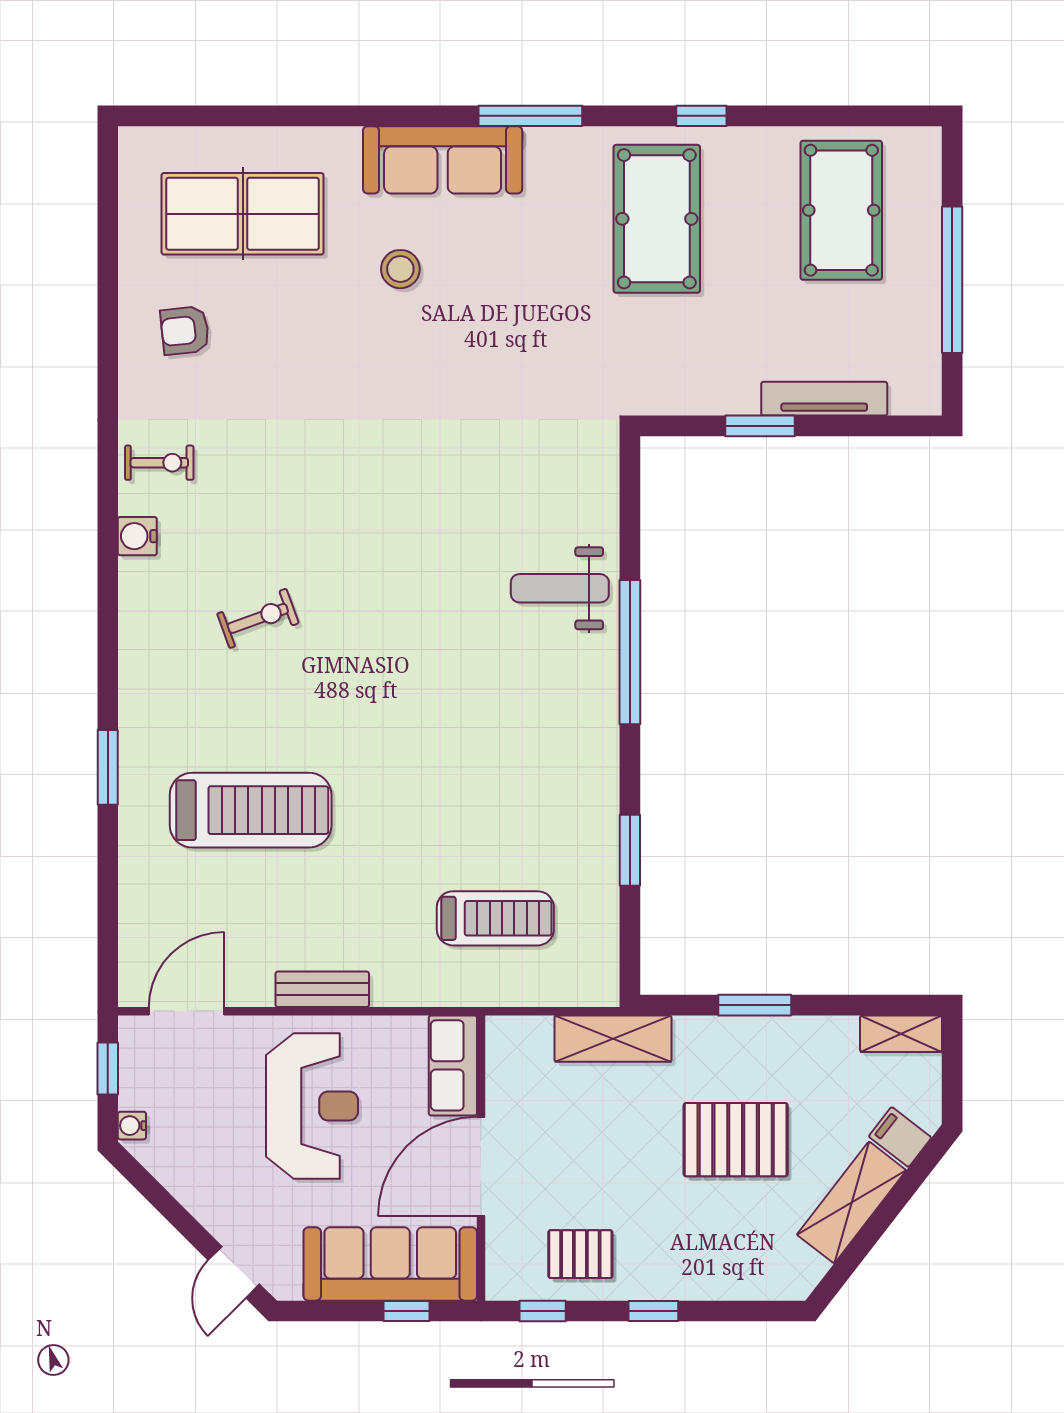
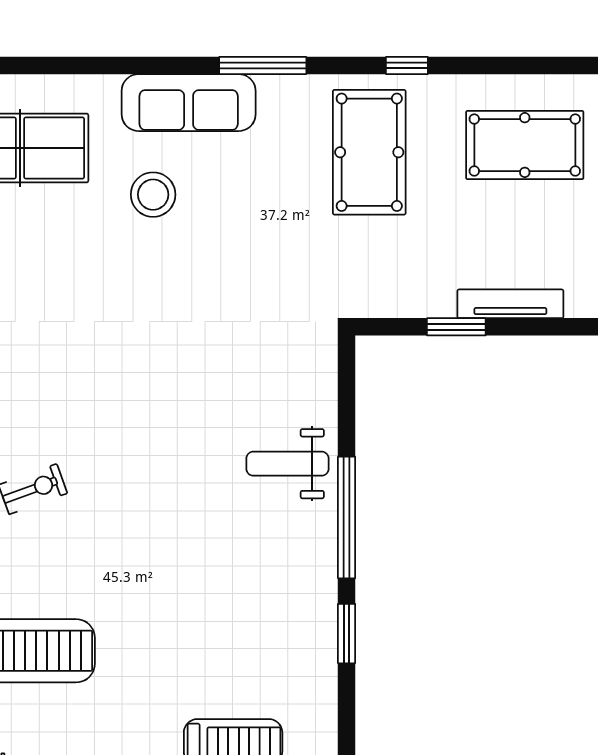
pool table: (841, 210) -> (525, 145), turned 90
stool: (400, 269) -> (153, 195), width x1.38, depth x1.38
window: (630, 850) -> (347, 634), moved

